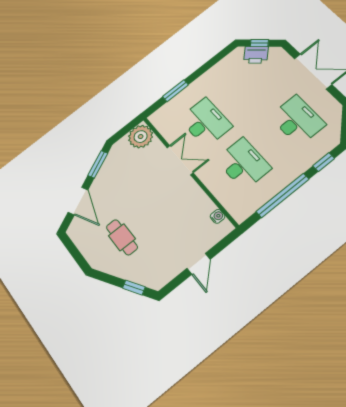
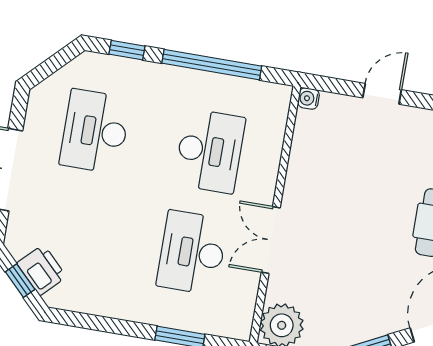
desk: (243, 164) -> (210, 151), turned 180
water cooler: (218, 216) -> (309, 98), moved

